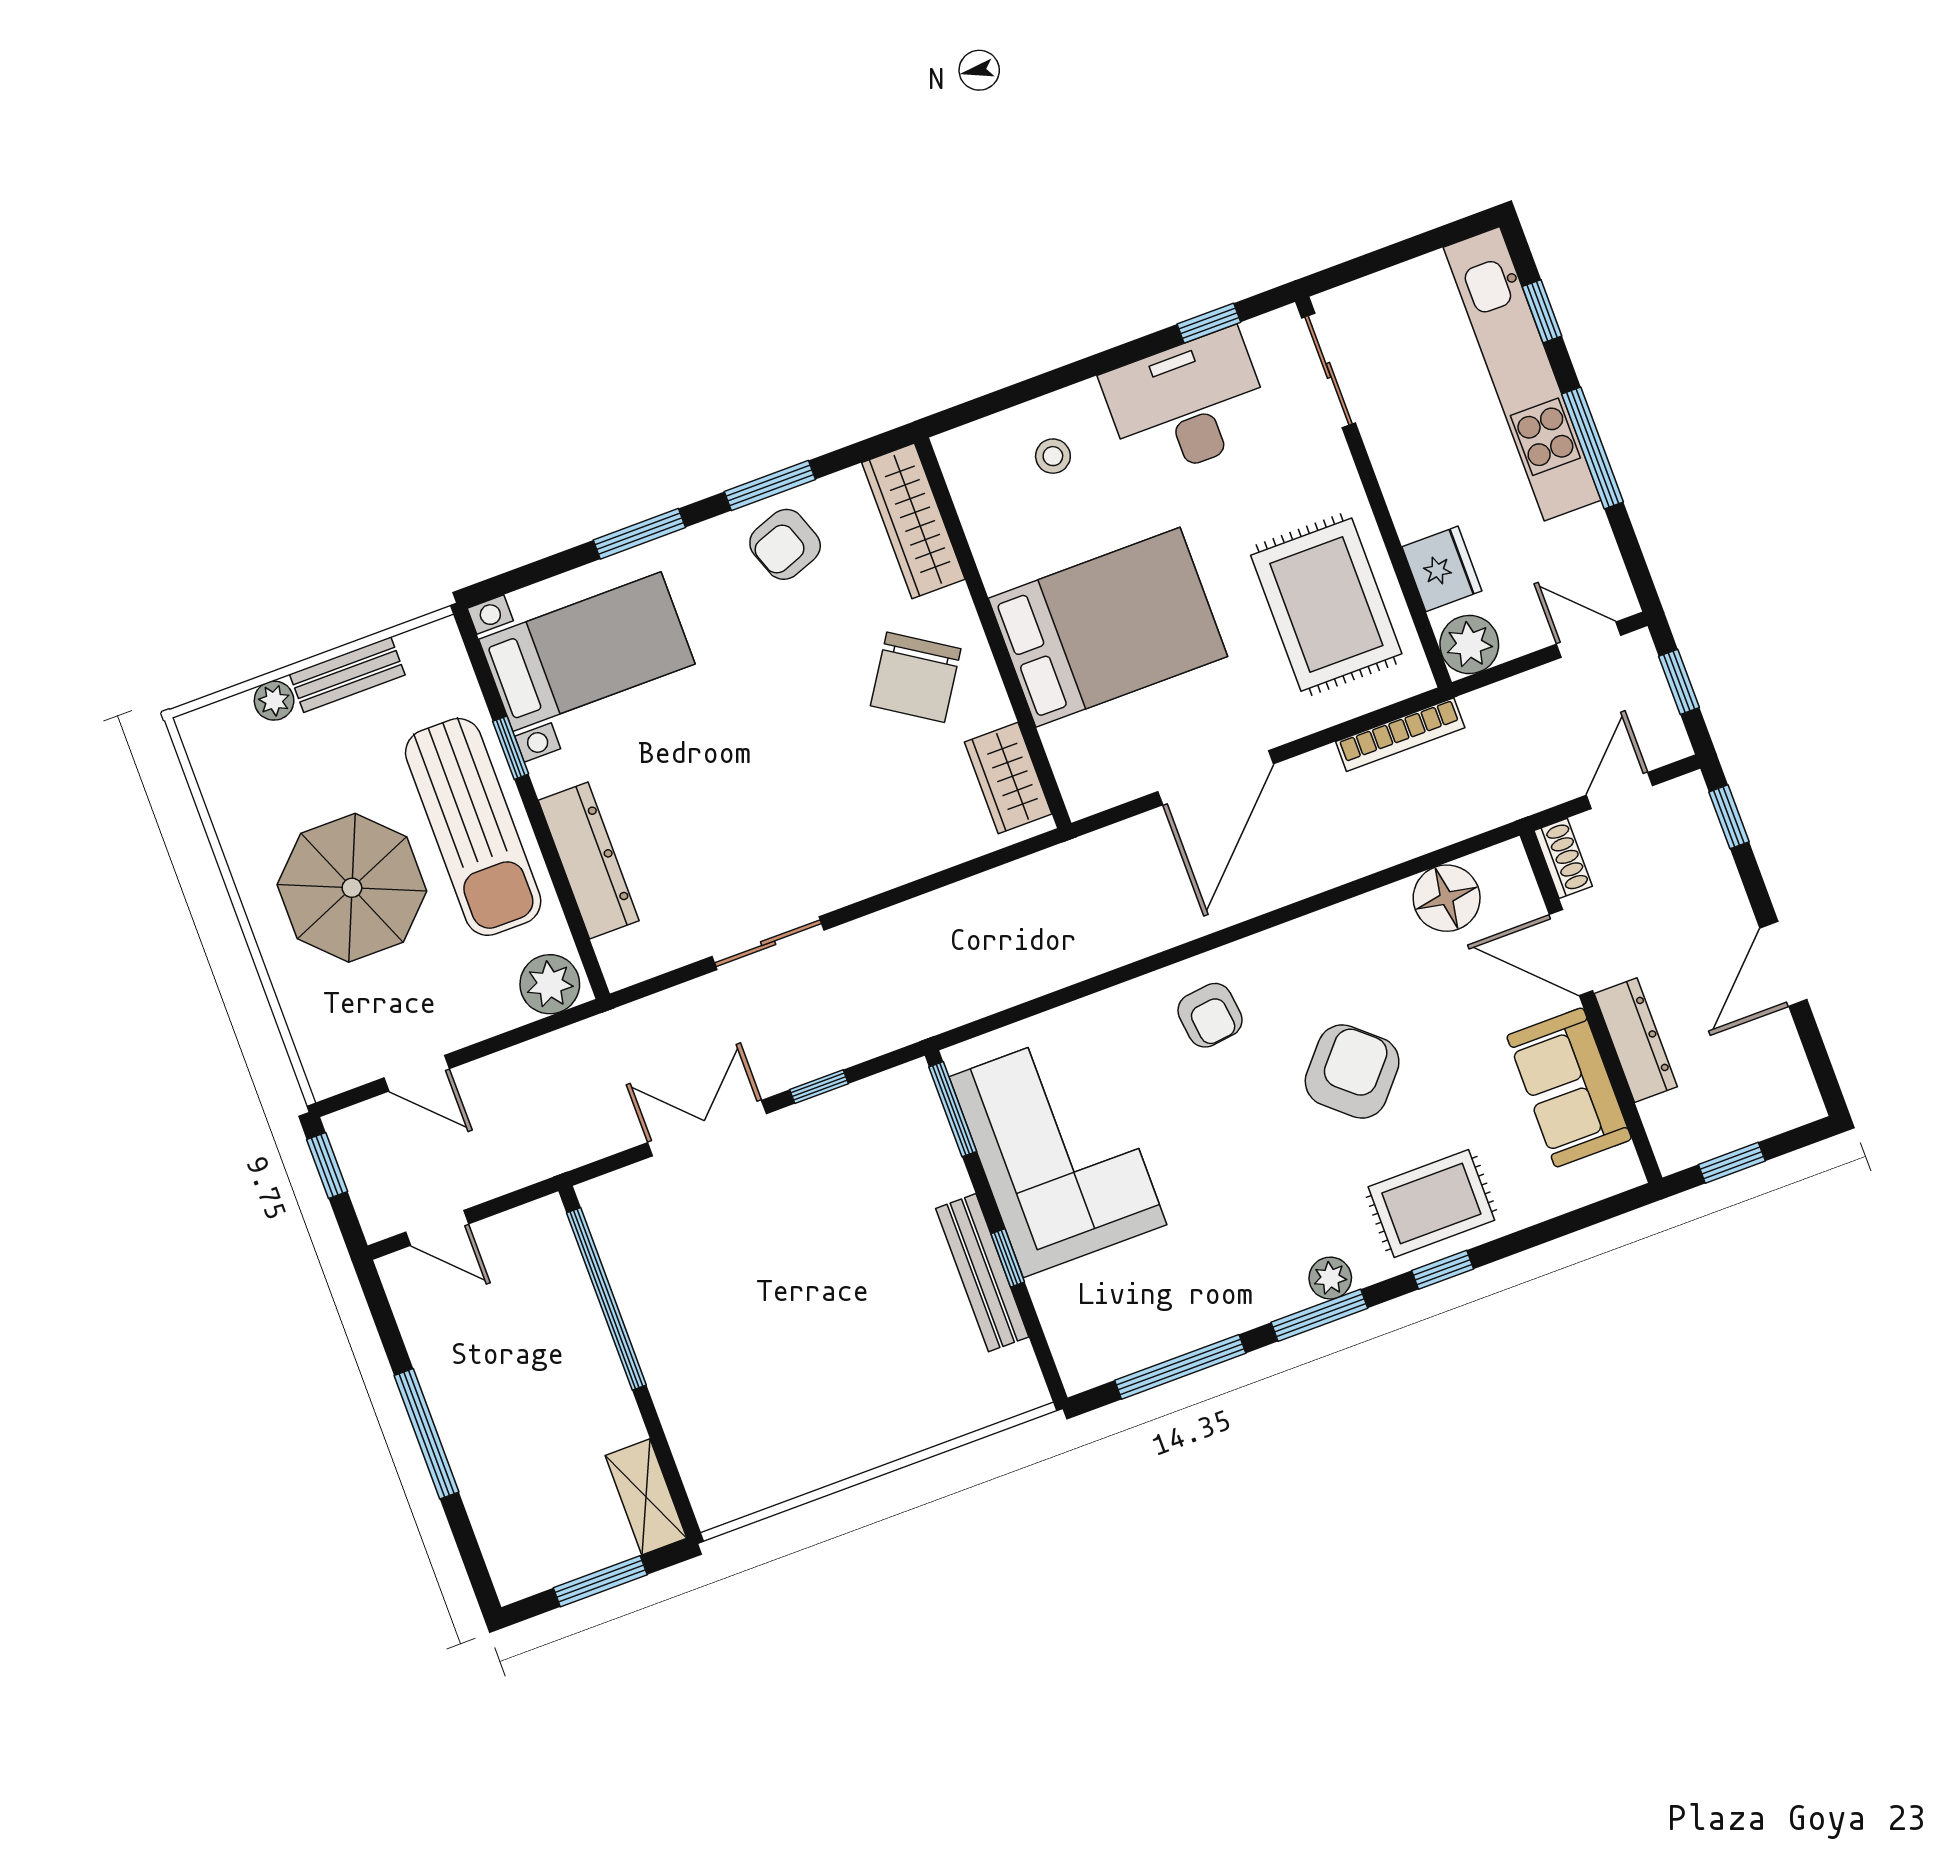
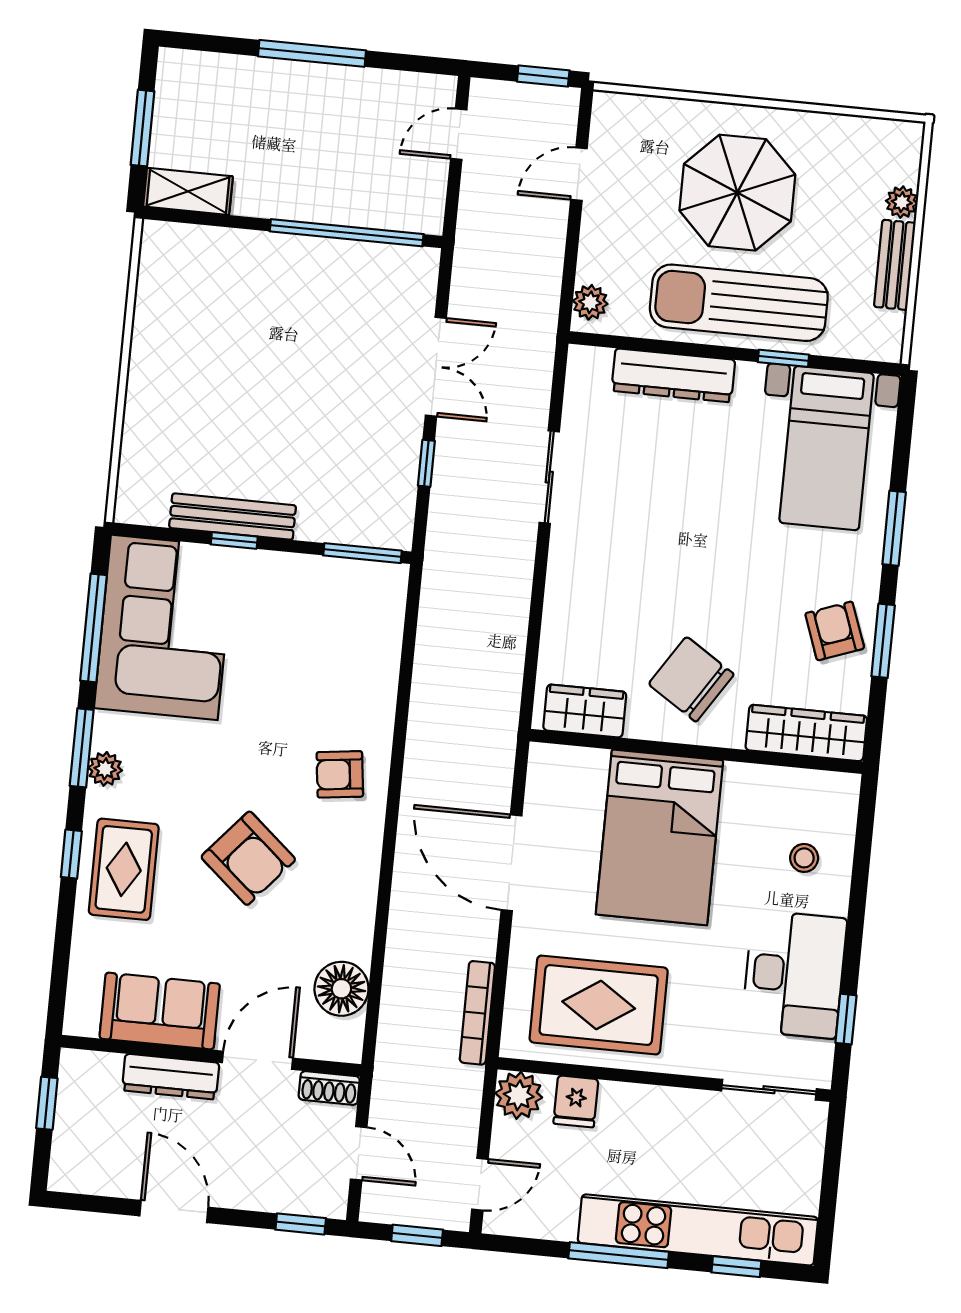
fridge: (1442, 569) -> (576, 1101), width x0.72
plant: (550, 984) -> (590, 302), width x0.73, depth x0.73
corner sofa: (1058, 1151) -> (164, 627), moved, turned -90

